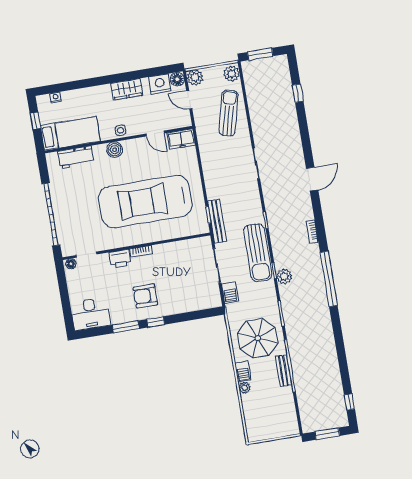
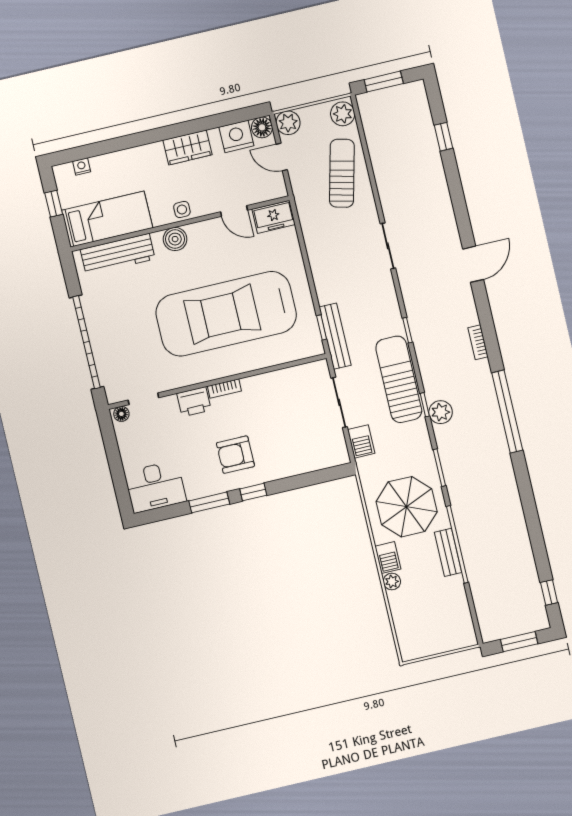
workbench: (76, 157) -> (118, 254), width x1.37
sun lounger: (258, 253) -> (399, 379), turned 180

